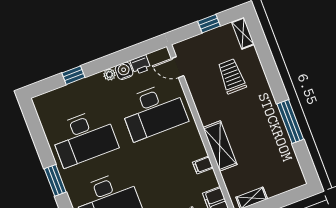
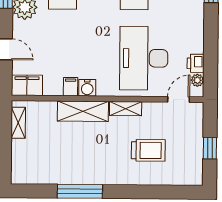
shelving: (243, 33) -> (126, 109), moved
water cooler: (124, 71) -> (87, 88), moved, turned 90
plant: (109, 74) -> (197, 80), moved

